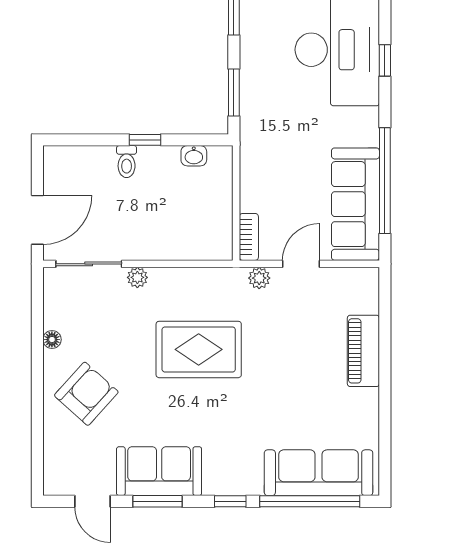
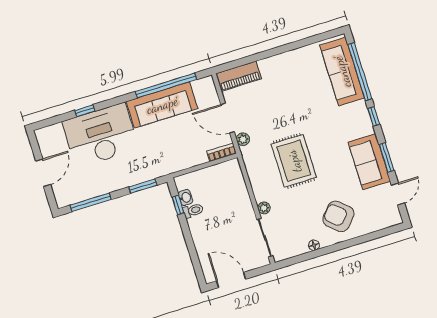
window: (385, 60) -> (85, 111), moved
window: (145, 140) -> (178, 205), moved
toilet: (127, 162) -> (193, 210), moved
sofa: (355, 204) -> (162, 105), moved
door: (37, 220) -> (231, 280), moved
door: (301, 264) -> (228, 118), width x1.38
piano: (363, 351) -> (239, 76), moved

